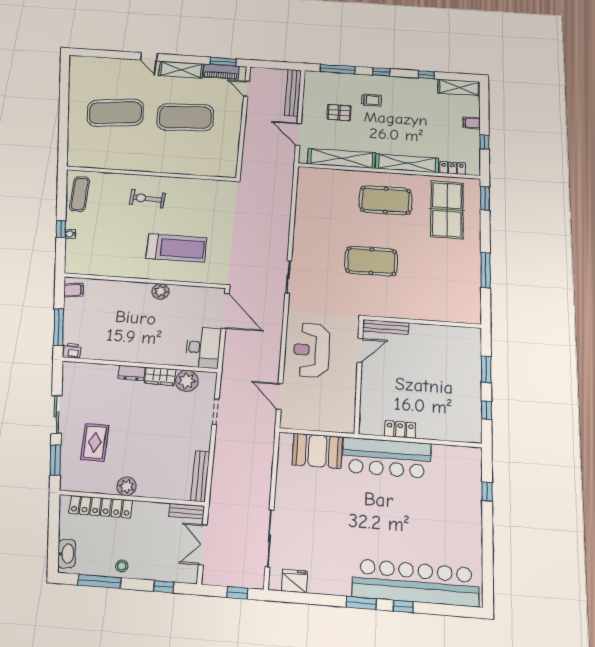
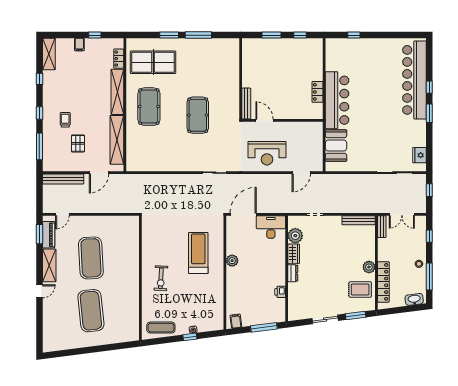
window: (485, 198) -> (169, 35), moved
printer: (72, 351) -> (280, 292), moved
rug: (95, 442) -> (360, 289), moved

